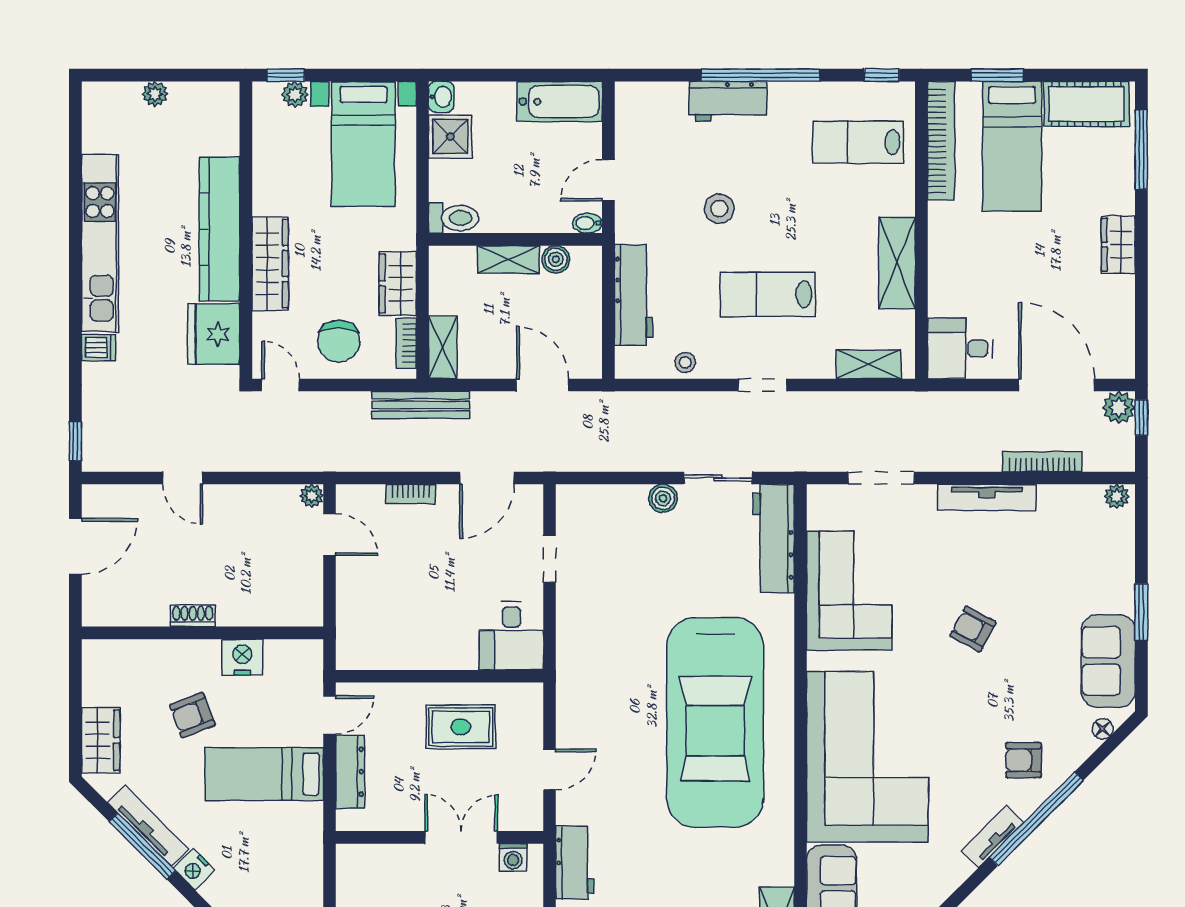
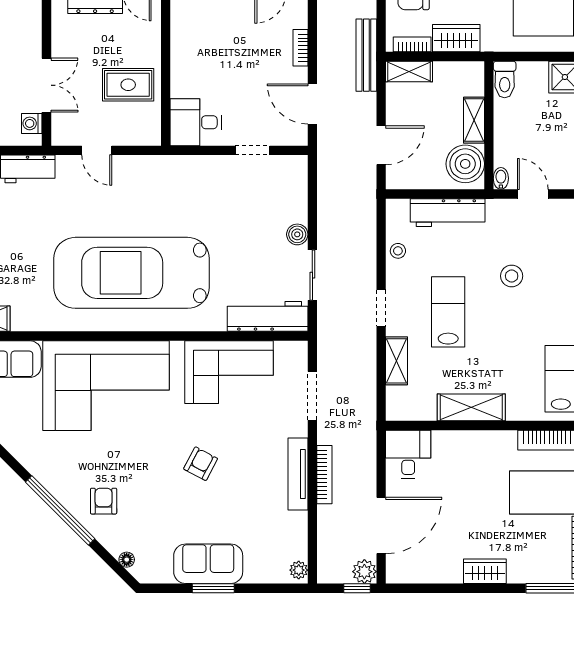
boiler: (556, 259) -> (465, 164), width x1.86, depth x1.86
shelving: (869, 364) -> (396, 361), moved
bookcase: (1042, 462) -> (324, 475), moved
sofa: (1108, 661) -> (208, 564), moved
rug: (461, 727) -> (128, 85), turned 90
tv unit: (992, 837) -> (47, 478), removed

